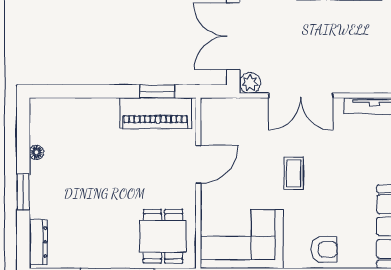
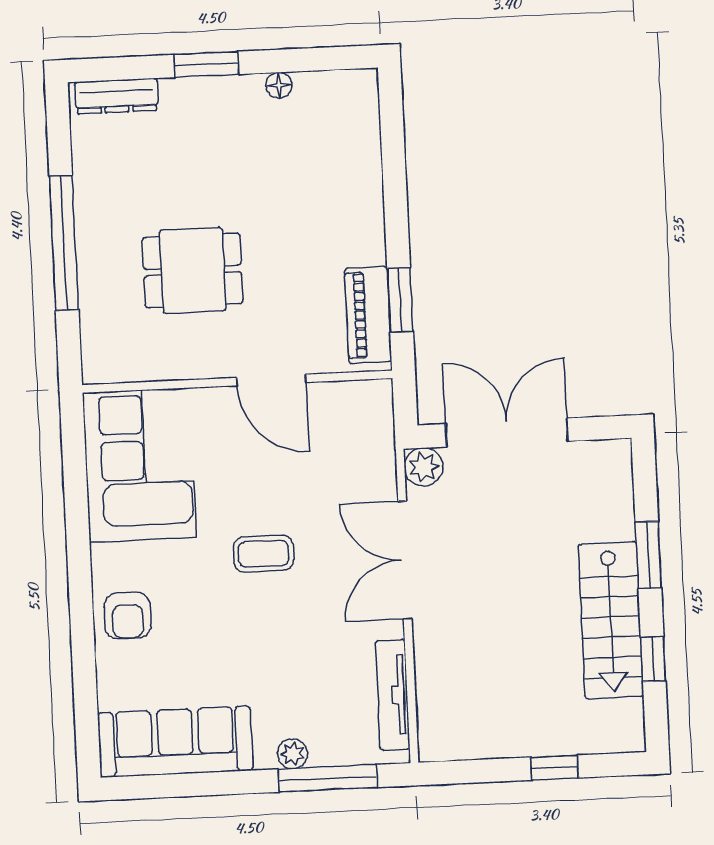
piano: (155, 113) -> (368, 315), width x0.73, depth x0.75
dining table: (163, 236) -> (193, 270), moved

